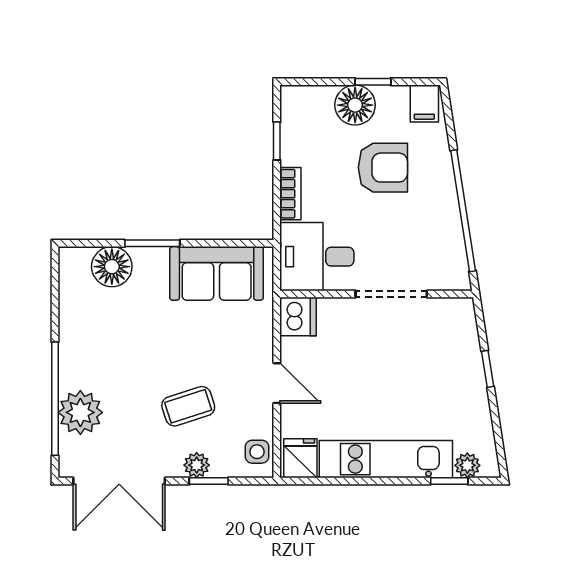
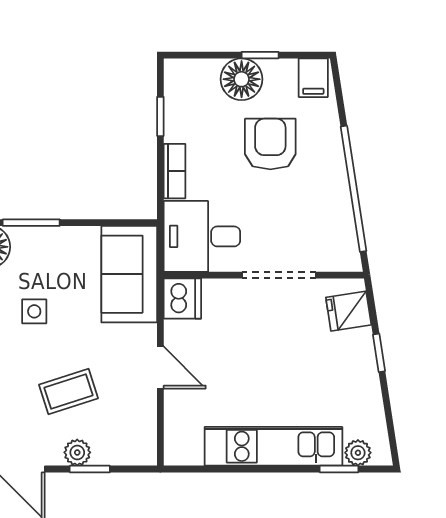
armchair: (383, 168) -> (270, 144), turned -90
sofa: (217, 273) -> (129, 274), moved, turned 90
side table: (257, 452) -> (34, 311), moved
fridge: (300, 458) -> (349, 311), moved, turned -99

